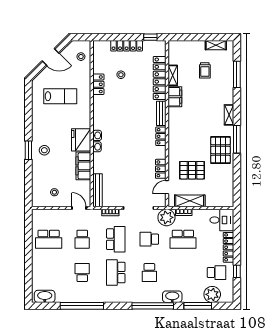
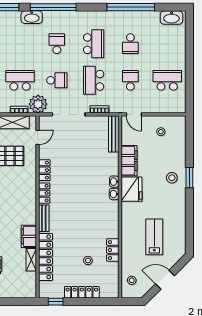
lab bench: (60, 96) -> (154, 237), turned 90
locker: (161, 169) -> (44, 170), moved

